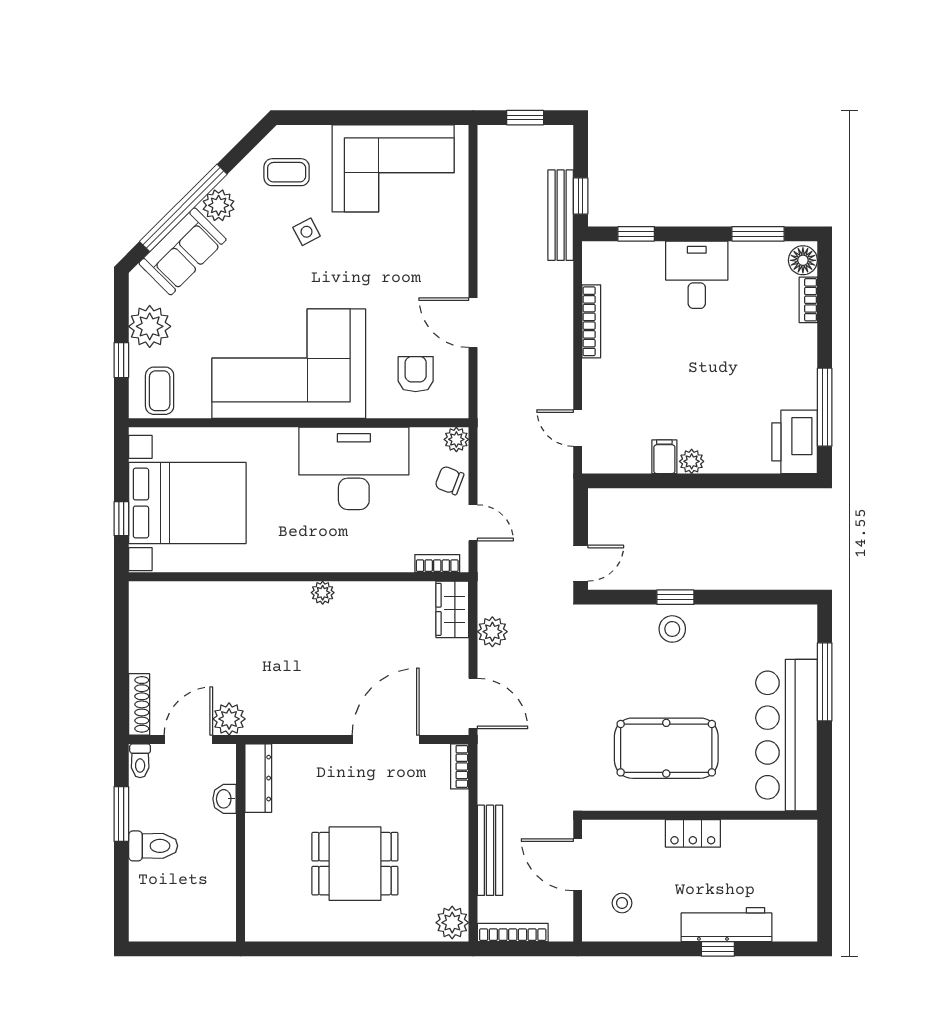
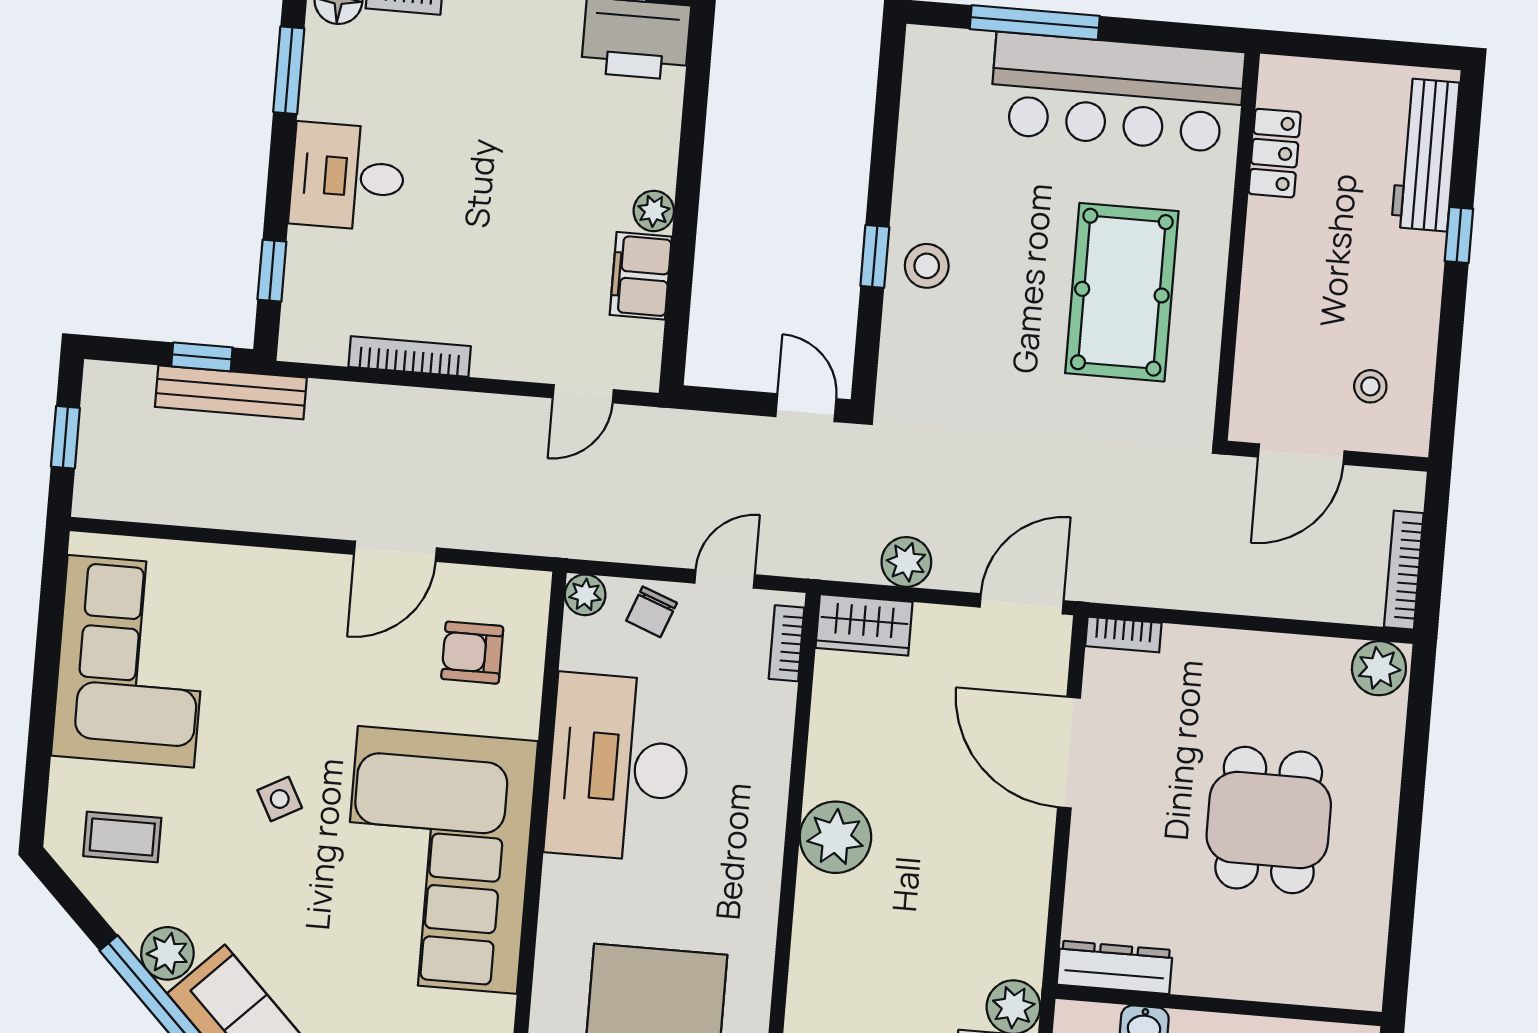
coffee table: (287, 172) -> (122, 837), turned 90
side table: (307, 232) -> (280, 799), moved
filing cabinet: (664, 457) -> (641, 276), width x2.00
plant: (323, 593) -> (835, 837), width x1.88, depth x1.88
locker: (693, 833) -> (1275, 153), moved
bench: (490, 850) -> (1265, 596), removed
workbench: (727, 925) -> (1425, 155), moved

